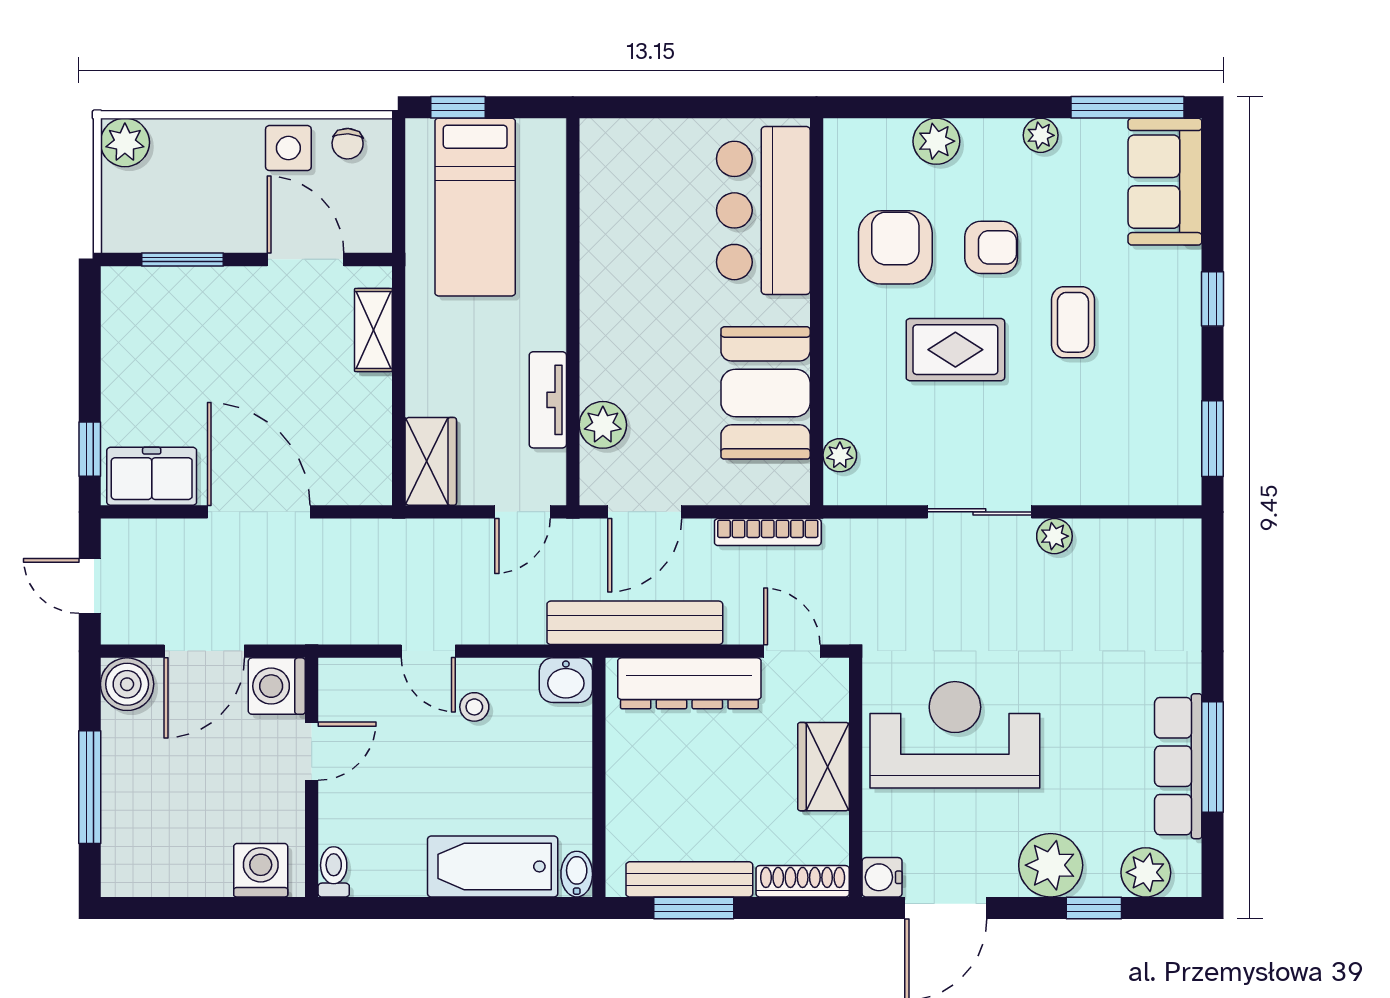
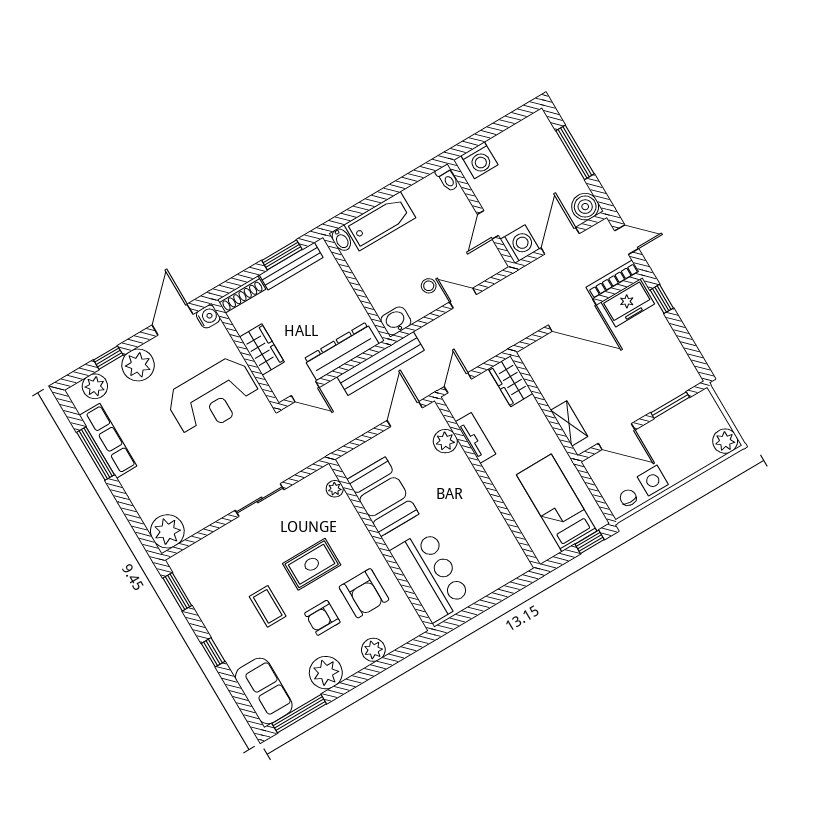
plant: (1041, 135) -> (326, 673), width x1.88, depth x1.88
bookcase: (768, 532) -> (613, 279), moved
plant: (1054, 536) -> (167, 531), moved, width x1.87, depth x1.87

